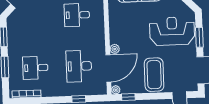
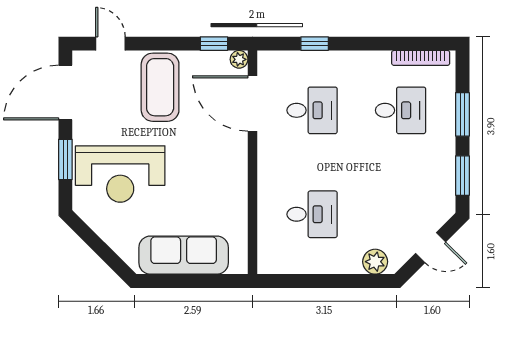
plant: (115, 49) -> (238, 142), removed
desk: (79, 66) -> (312, 110), width x0.73
door: (108, 68) -> (252, 103), hinge flipped

